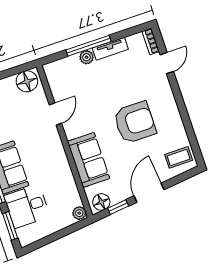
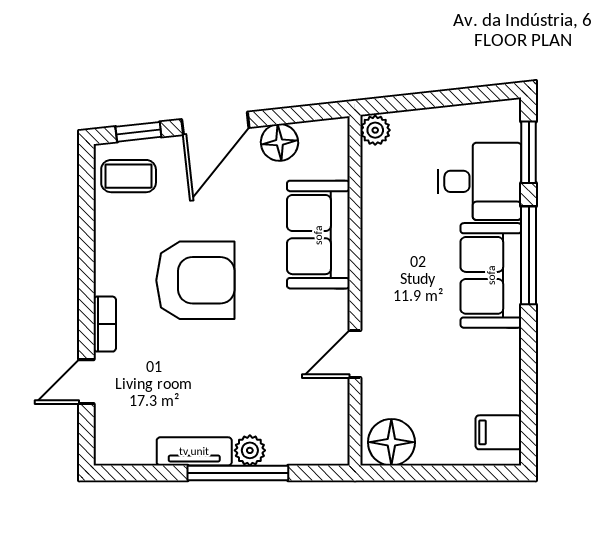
bookcase: (151, 41) -> (105, 324), moved
armchair: (135, 122) -> (195, 280), turned 180
floor lamp: (101, 202) -> (279, 142), moved
window: (118, 207) -> (138, 132), moved

